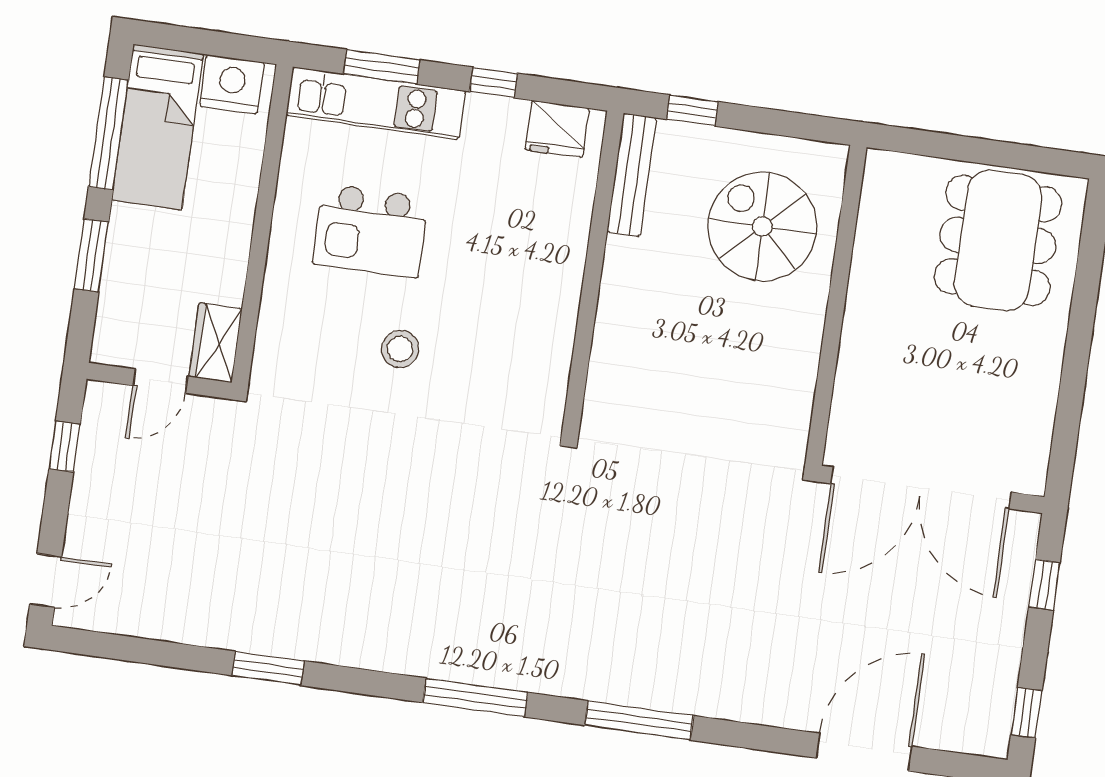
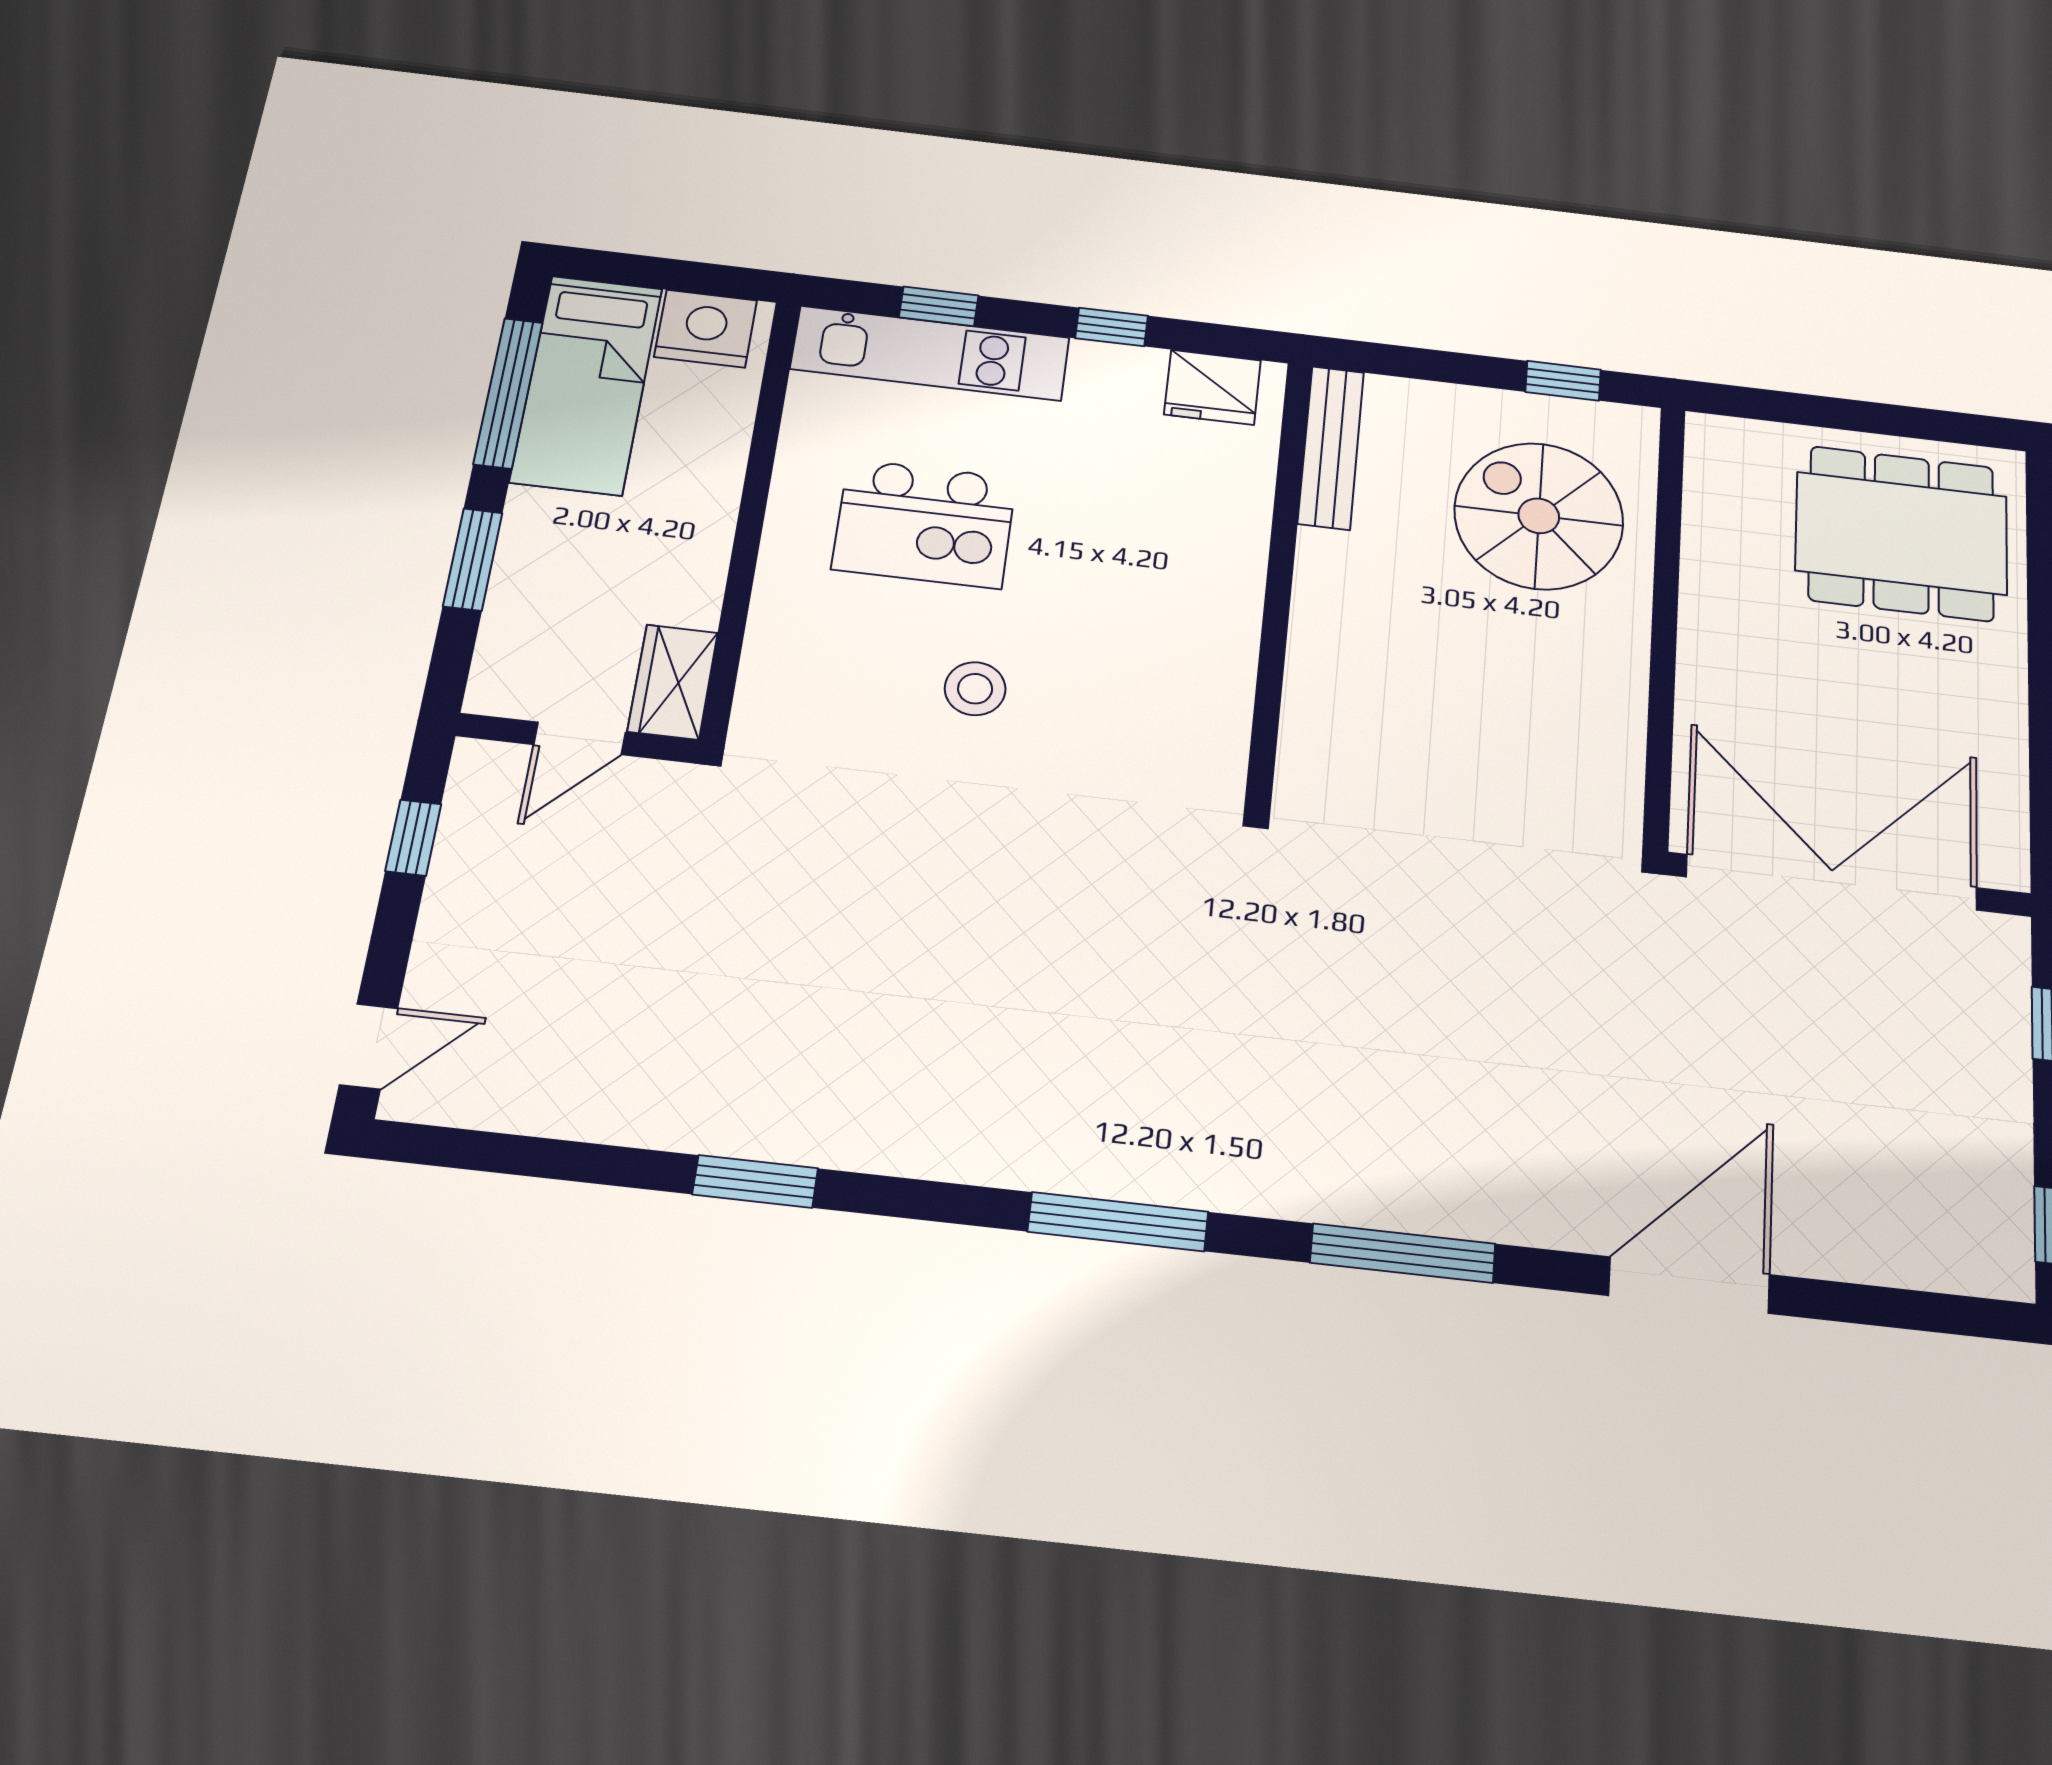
window: (382, 67) -> (939, 306), width x0.67
window: (693, 111) -> (1563, 381), moved
dining table: (998, 240) -> (1901, 533), turned 90
double door: (921, 488) -> (1832, 882), swing flipped
door: (864, 752) -> (1689, 1285), moved

